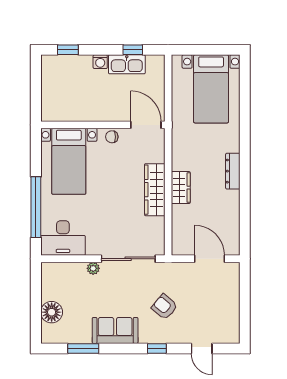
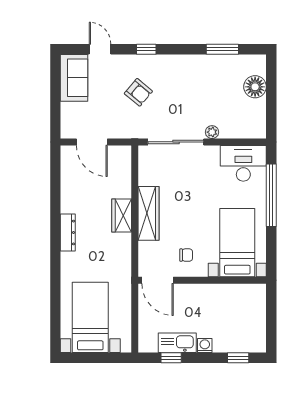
chair: (112, 137) -> (186, 255), moved
sofa: (115, 330) -> (74, 78), moved, turned -90

